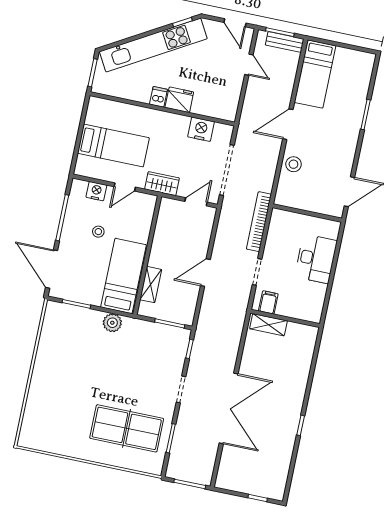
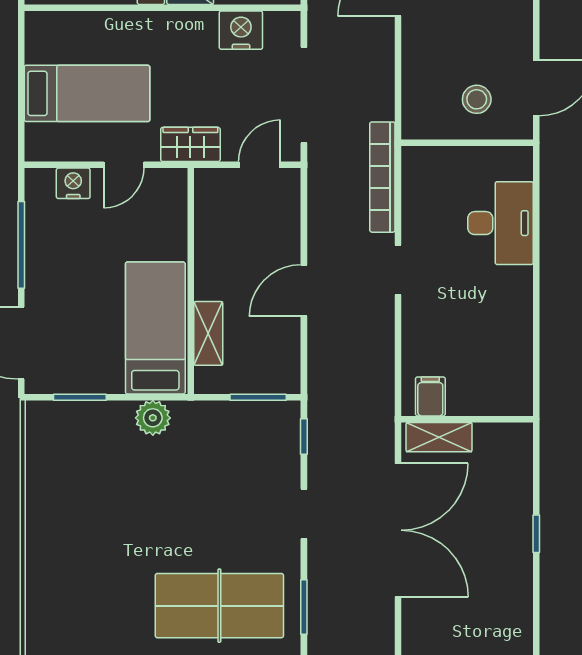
stool: (293, 164) -> (477, 99), moved
stool: (98, 232) -> (92, 257), removed
filing cabinet: (268, 302) -> (430, 396), moved
wall: (285, 318) -> (467, 419), moved
shelving: (268, 325) -> (439, 437), moved

